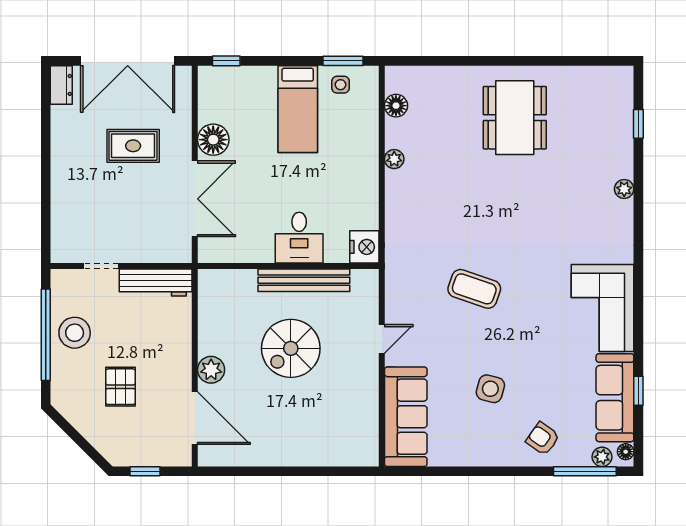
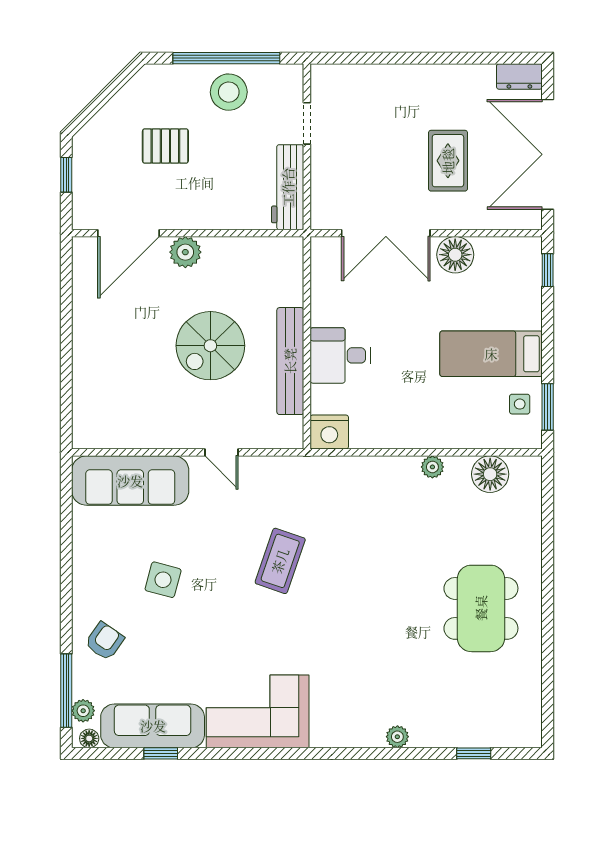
floor lamp: (396, 106) -> (490, 474), width x1.38, depth x1.38
dining table: (515, 118) -> (481, 608), turned 90
spiral stairs: (291, 348) -> (210, 346), turned -90

